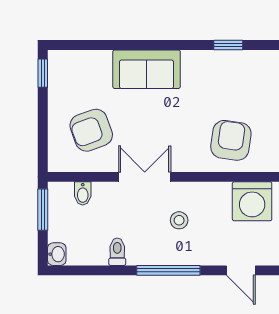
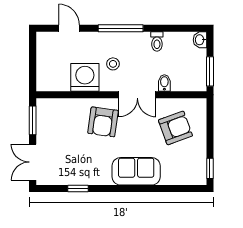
armchair: (231, 140) -> (103, 122), moved
bidet: (83, 193) -> (164, 83), moved
washing machine: (252, 201) -> (85, 77), moved

